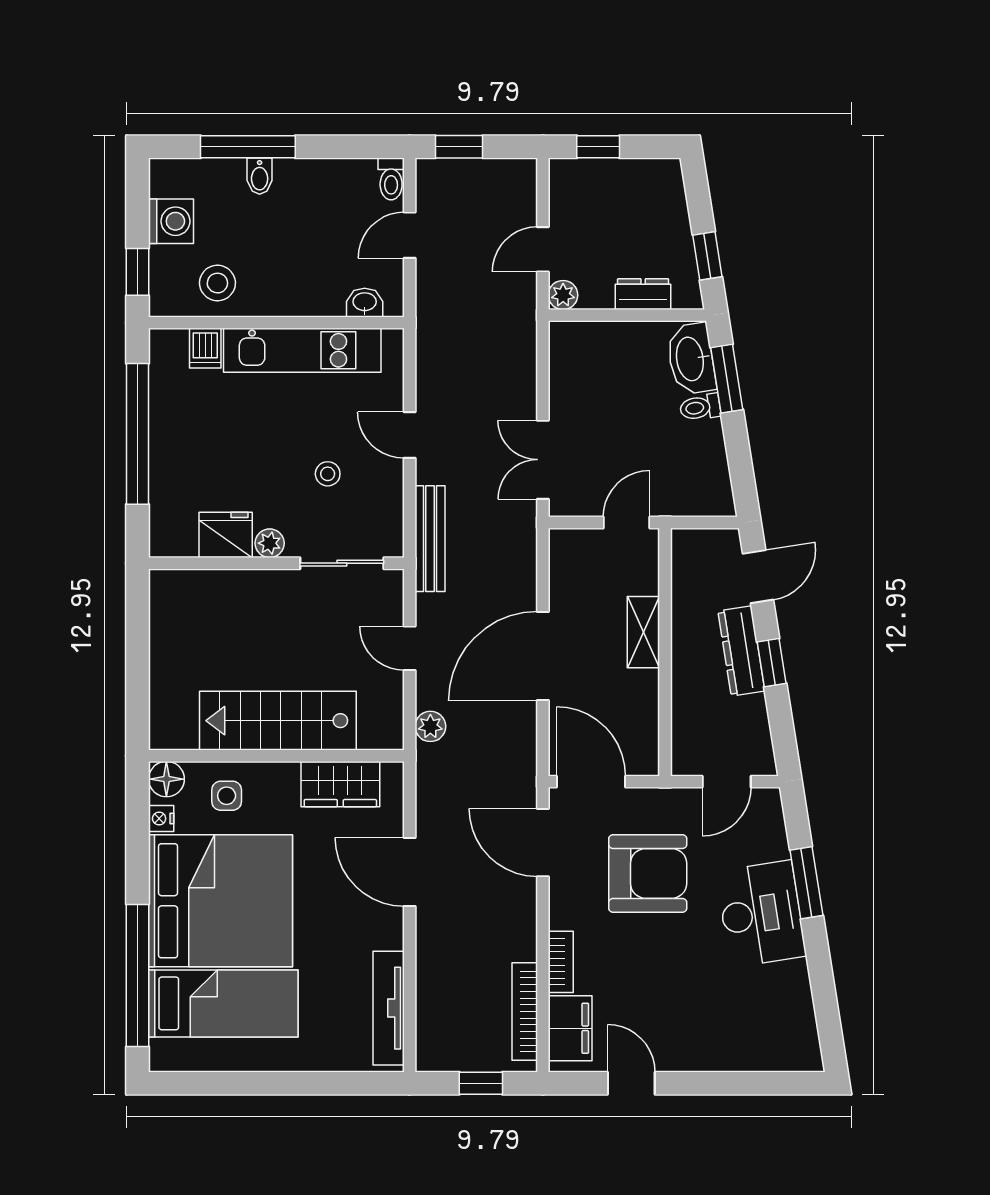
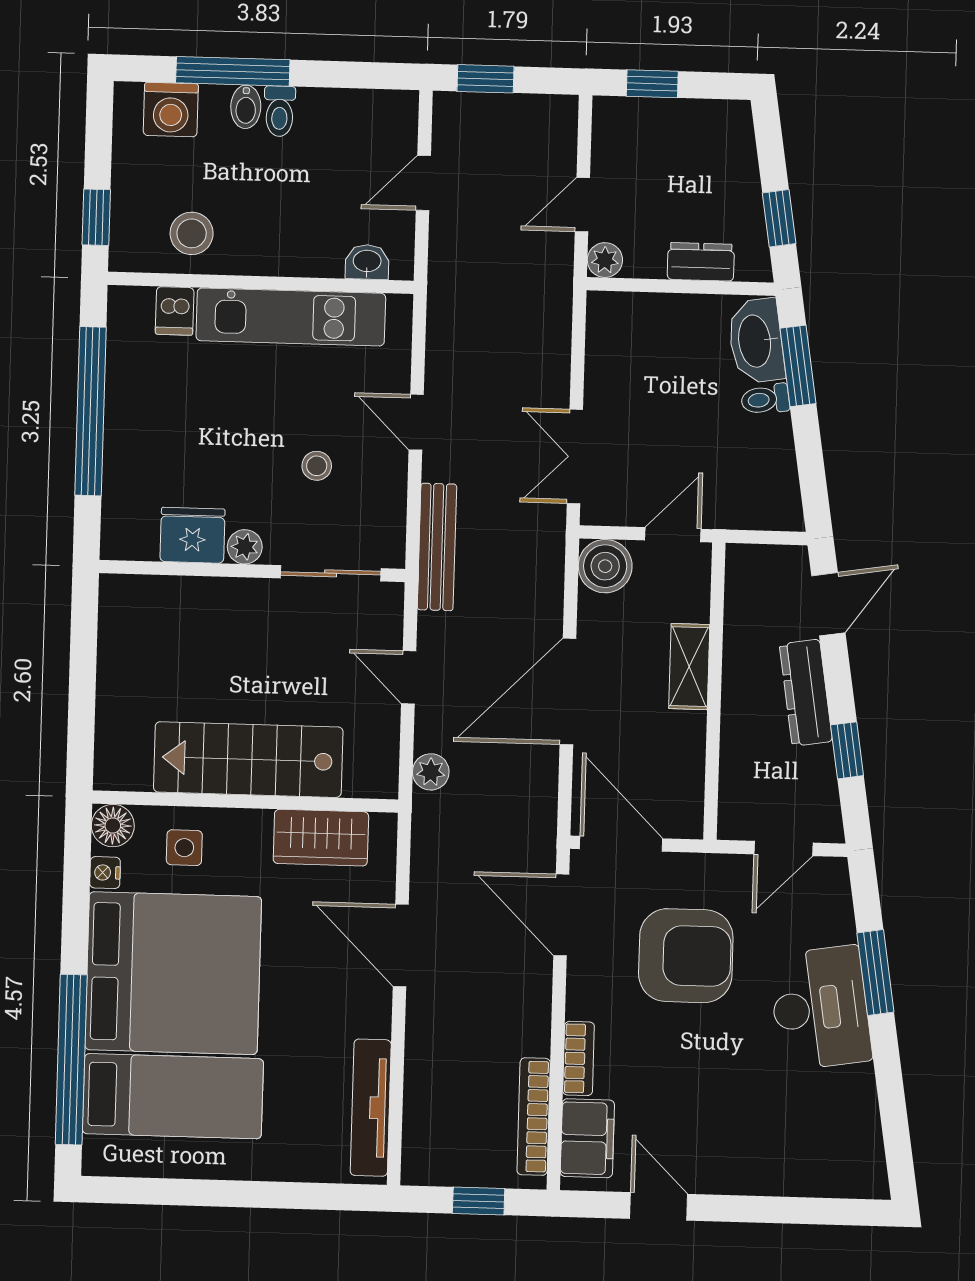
toilet: (391, 179) -> (280, 111), moved
washing machine: (171, 221) -> (171, 110), moved, turned 90
boiler: (571, 550) -> (605, 566), added
window: (772, 663) -> (847, 750), moved

